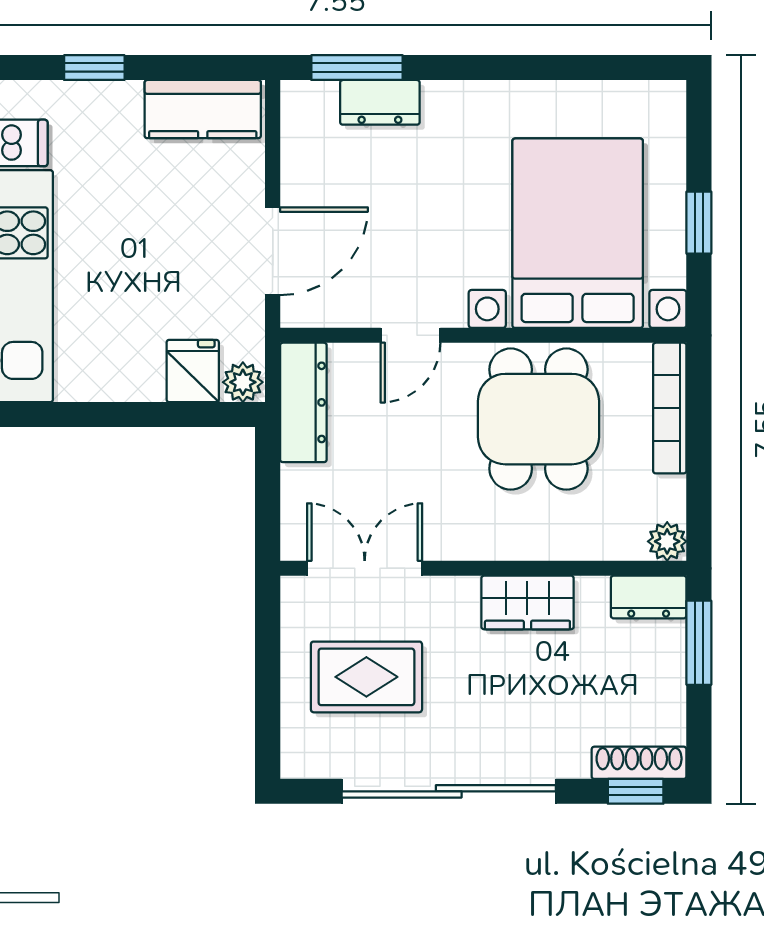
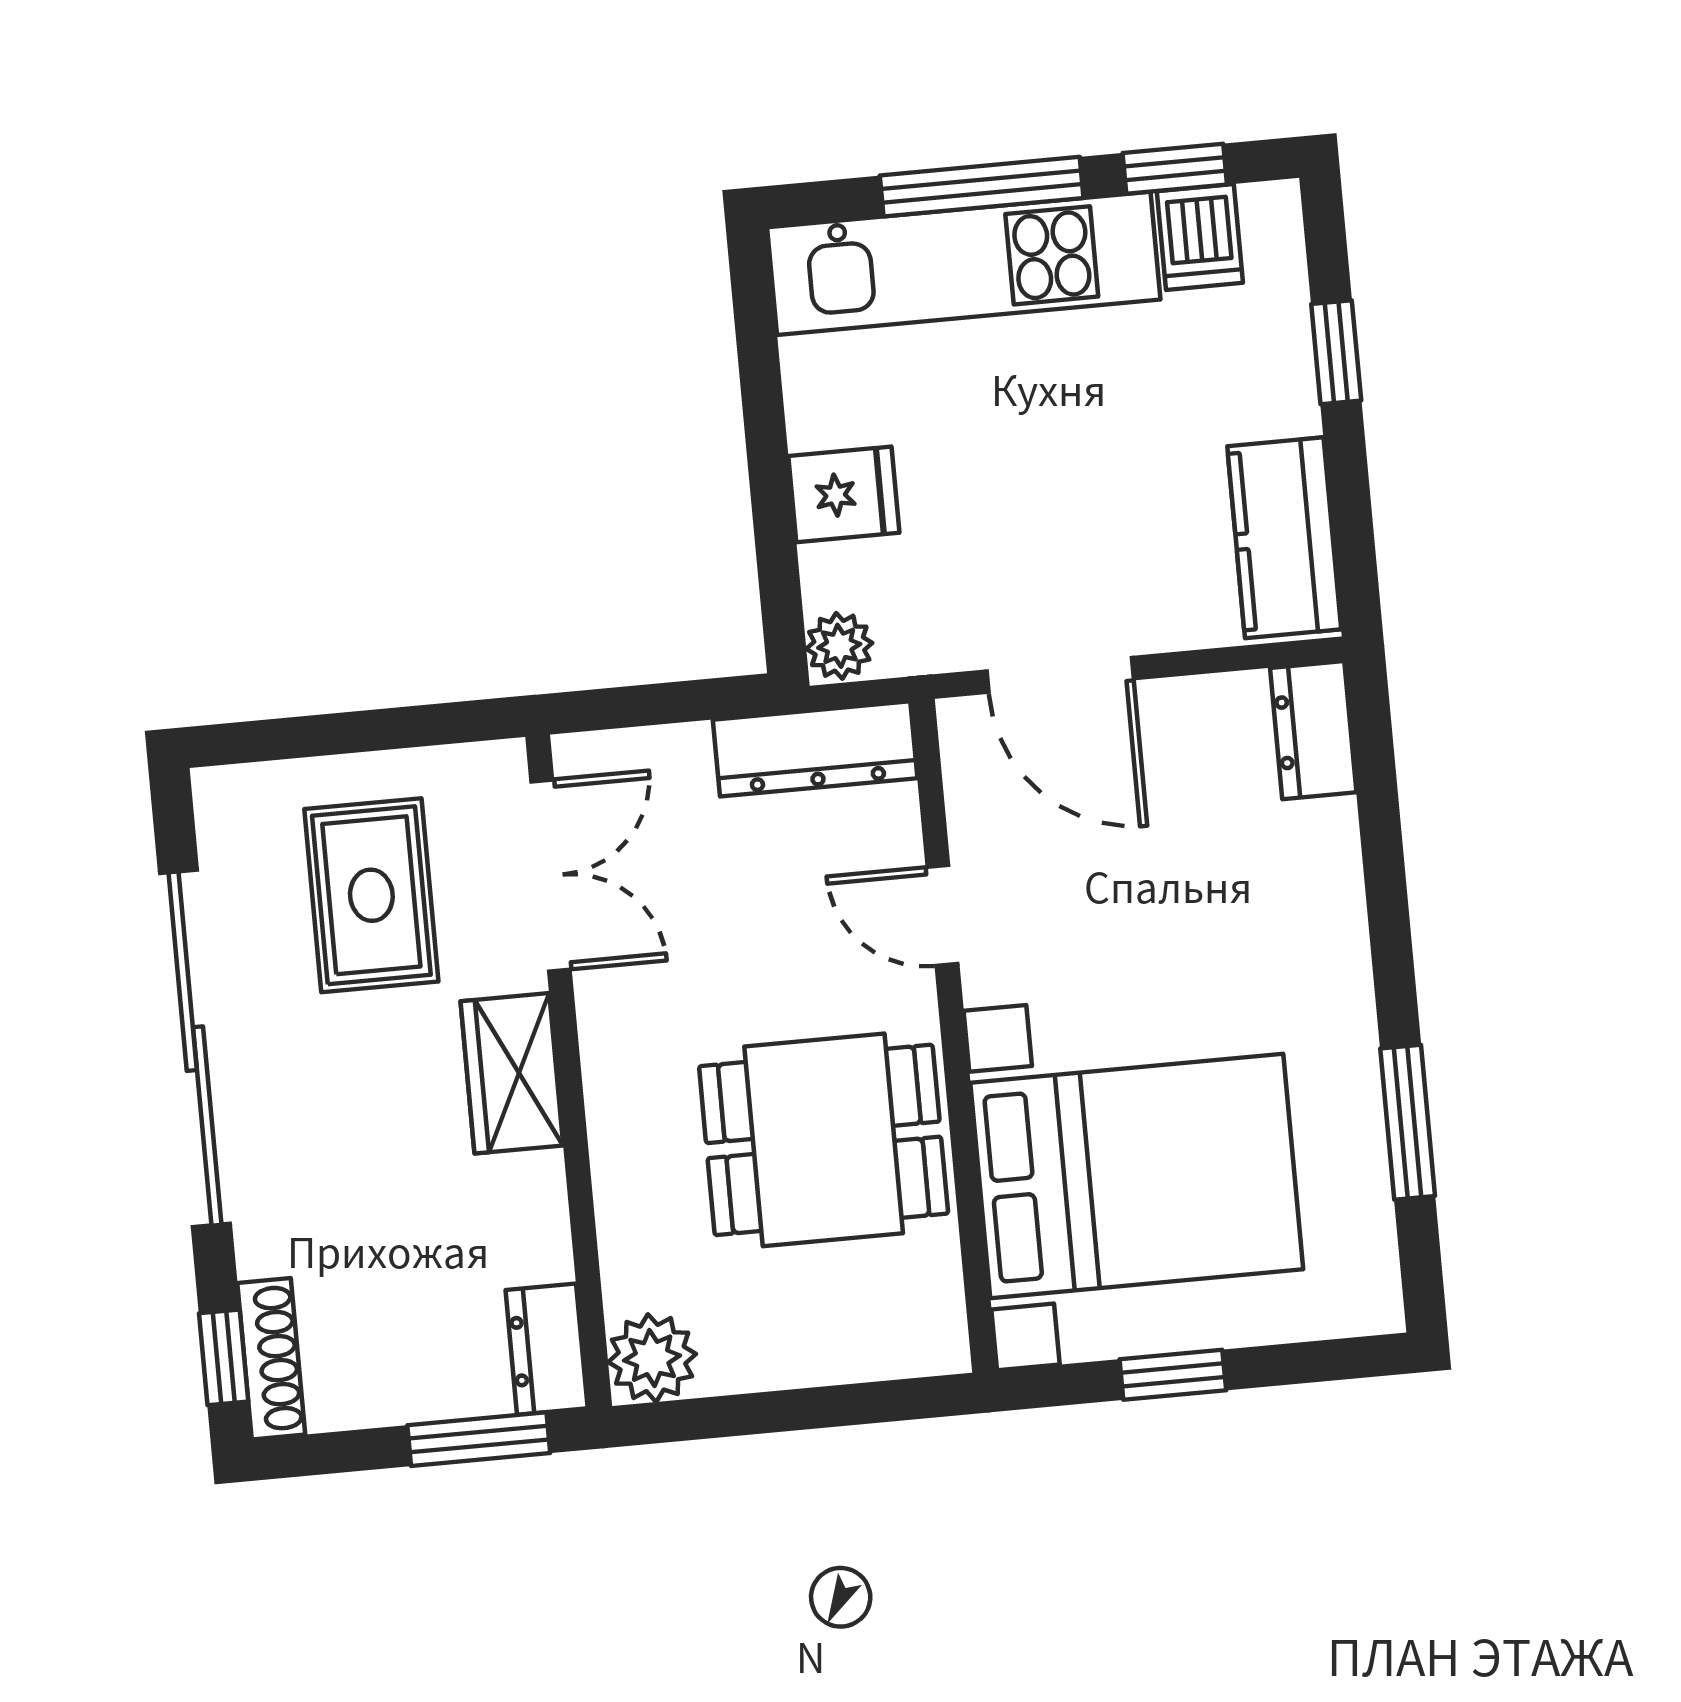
window: (357, 68) -> (1408, 1122), moved
dresser: (380, 102) -> (1313, 730), moved
fridge: (193, 371) -> (844, 494), moved
bookcase: (670, 408) -> (862, 1355), removed
plant: (667, 541) -> (652, 1358), width x1.38, depth x1.38
wardrobe: (527, 602) -> (512, 1073), moved

